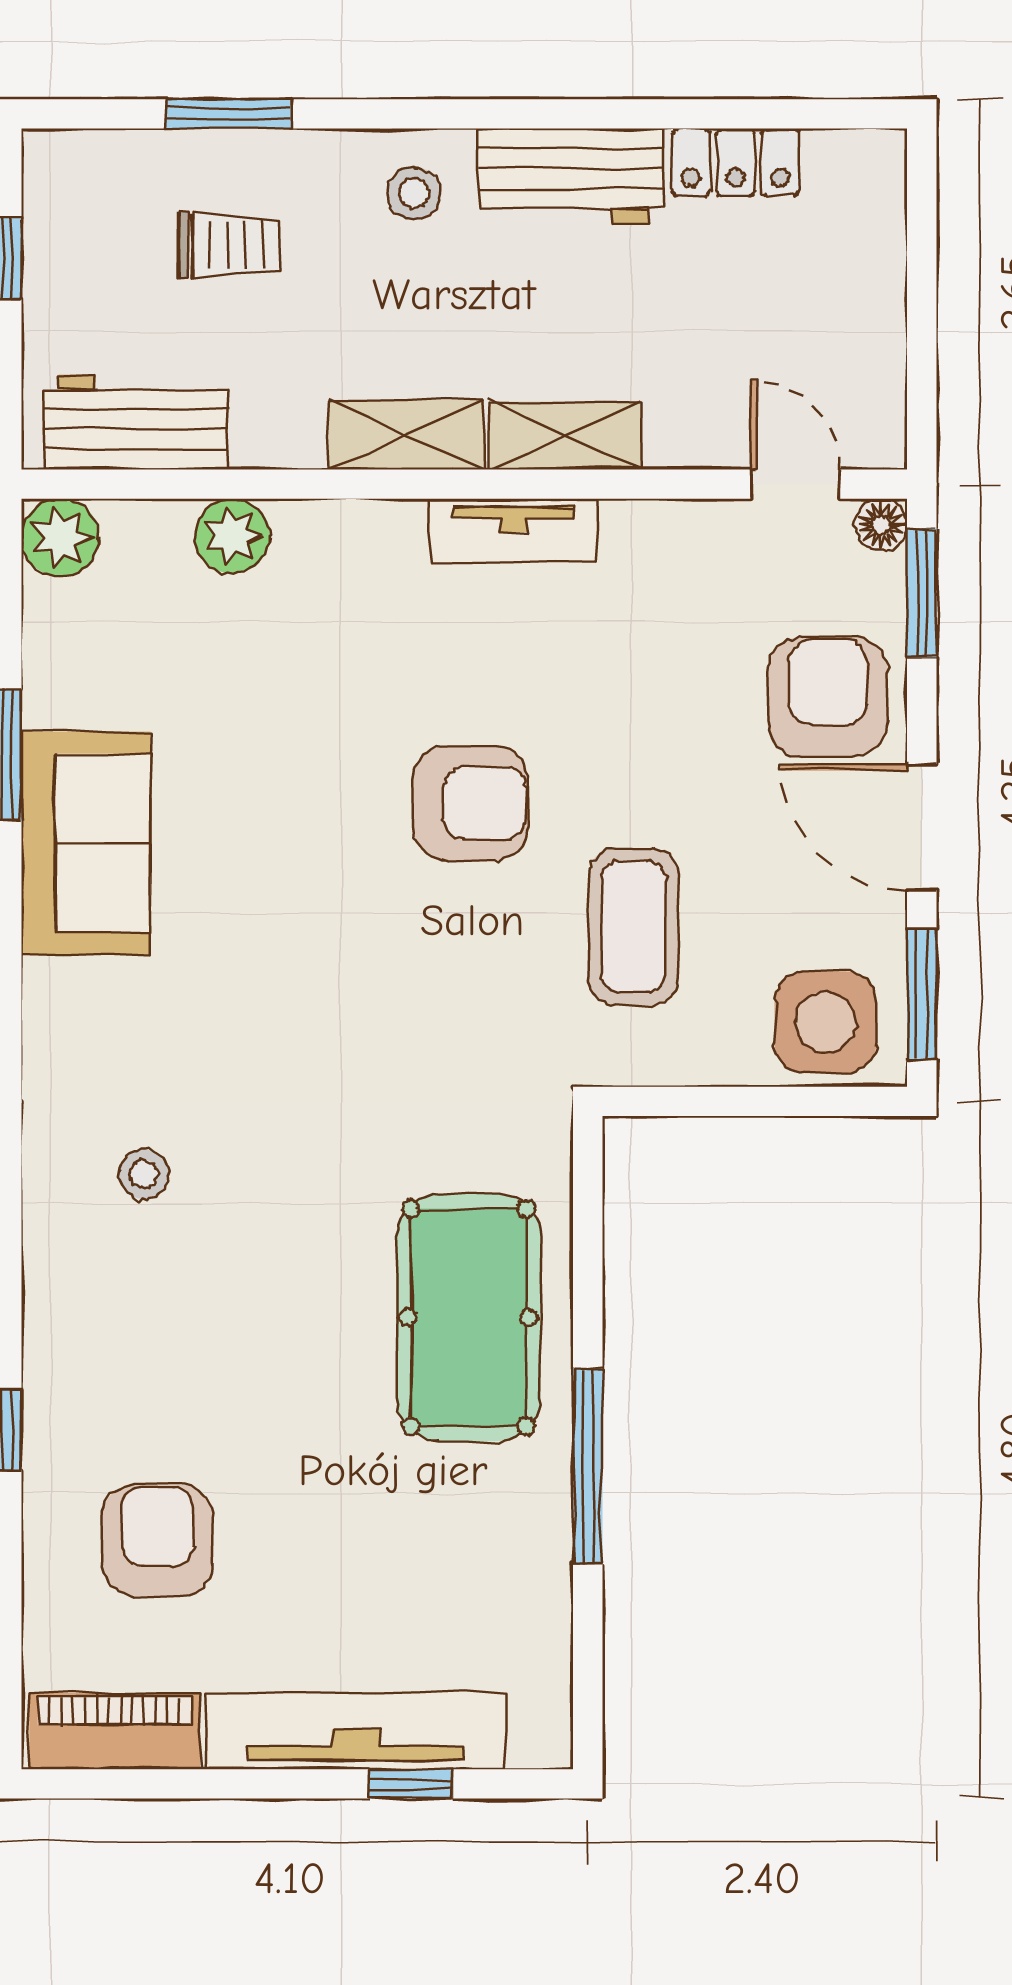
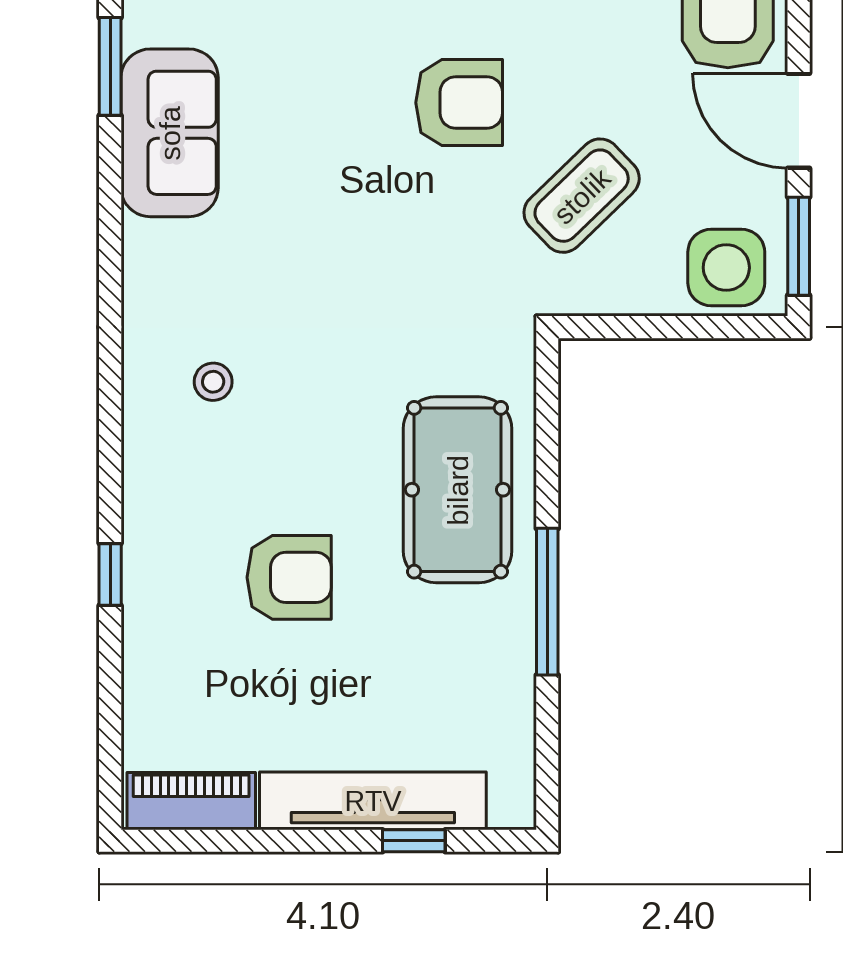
coffee table: (633, 927) -> (582, 196), turned 46
armchair: (157, 1540) -> (289, 577), moved, turned 90

